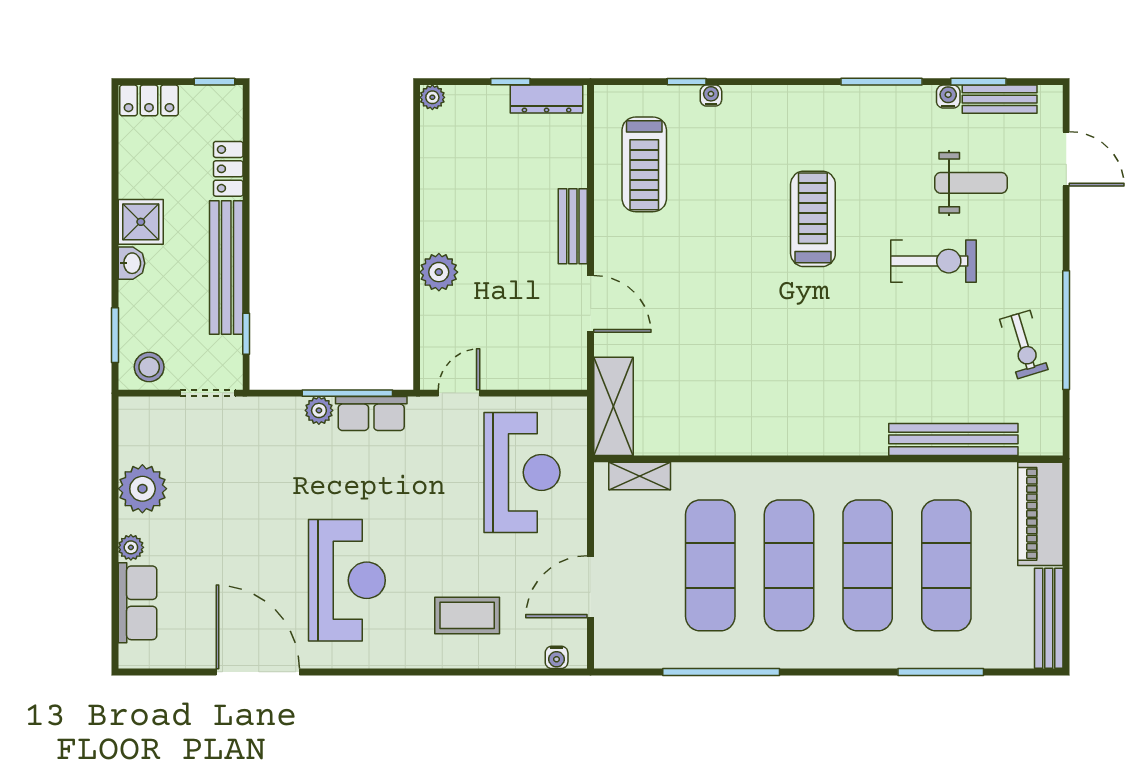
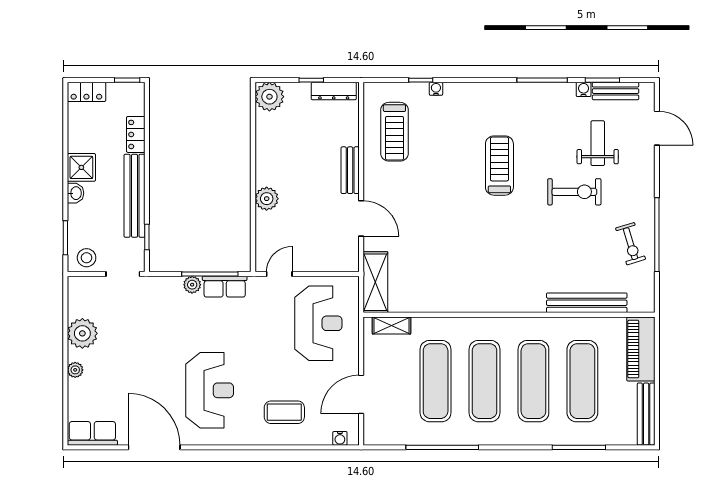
plant: (432, 97) -> (269, 97), width x1.87, depth x1.87
weight bench: (971, 183) -> (598, 143), turned -90
row of seats: (137, 603) -> (92, 433), moved, turned -90

